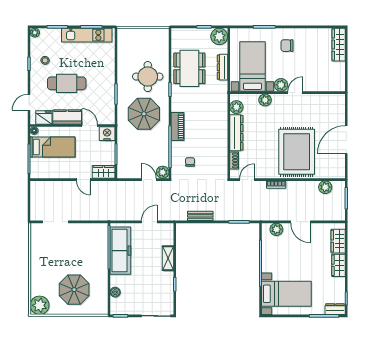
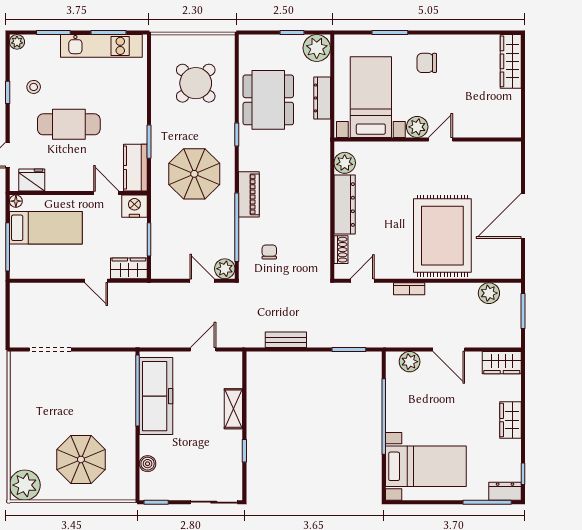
round table: (148, 77) -> (196, 83), moved, turned 45
plant: (265, 100) -> (391, 151), removed
kitchen counter: (67, 117) -> (135, 168), moved, turned -90
wardrobe: (338, 241) -> (502, 363), moved, turned -90

